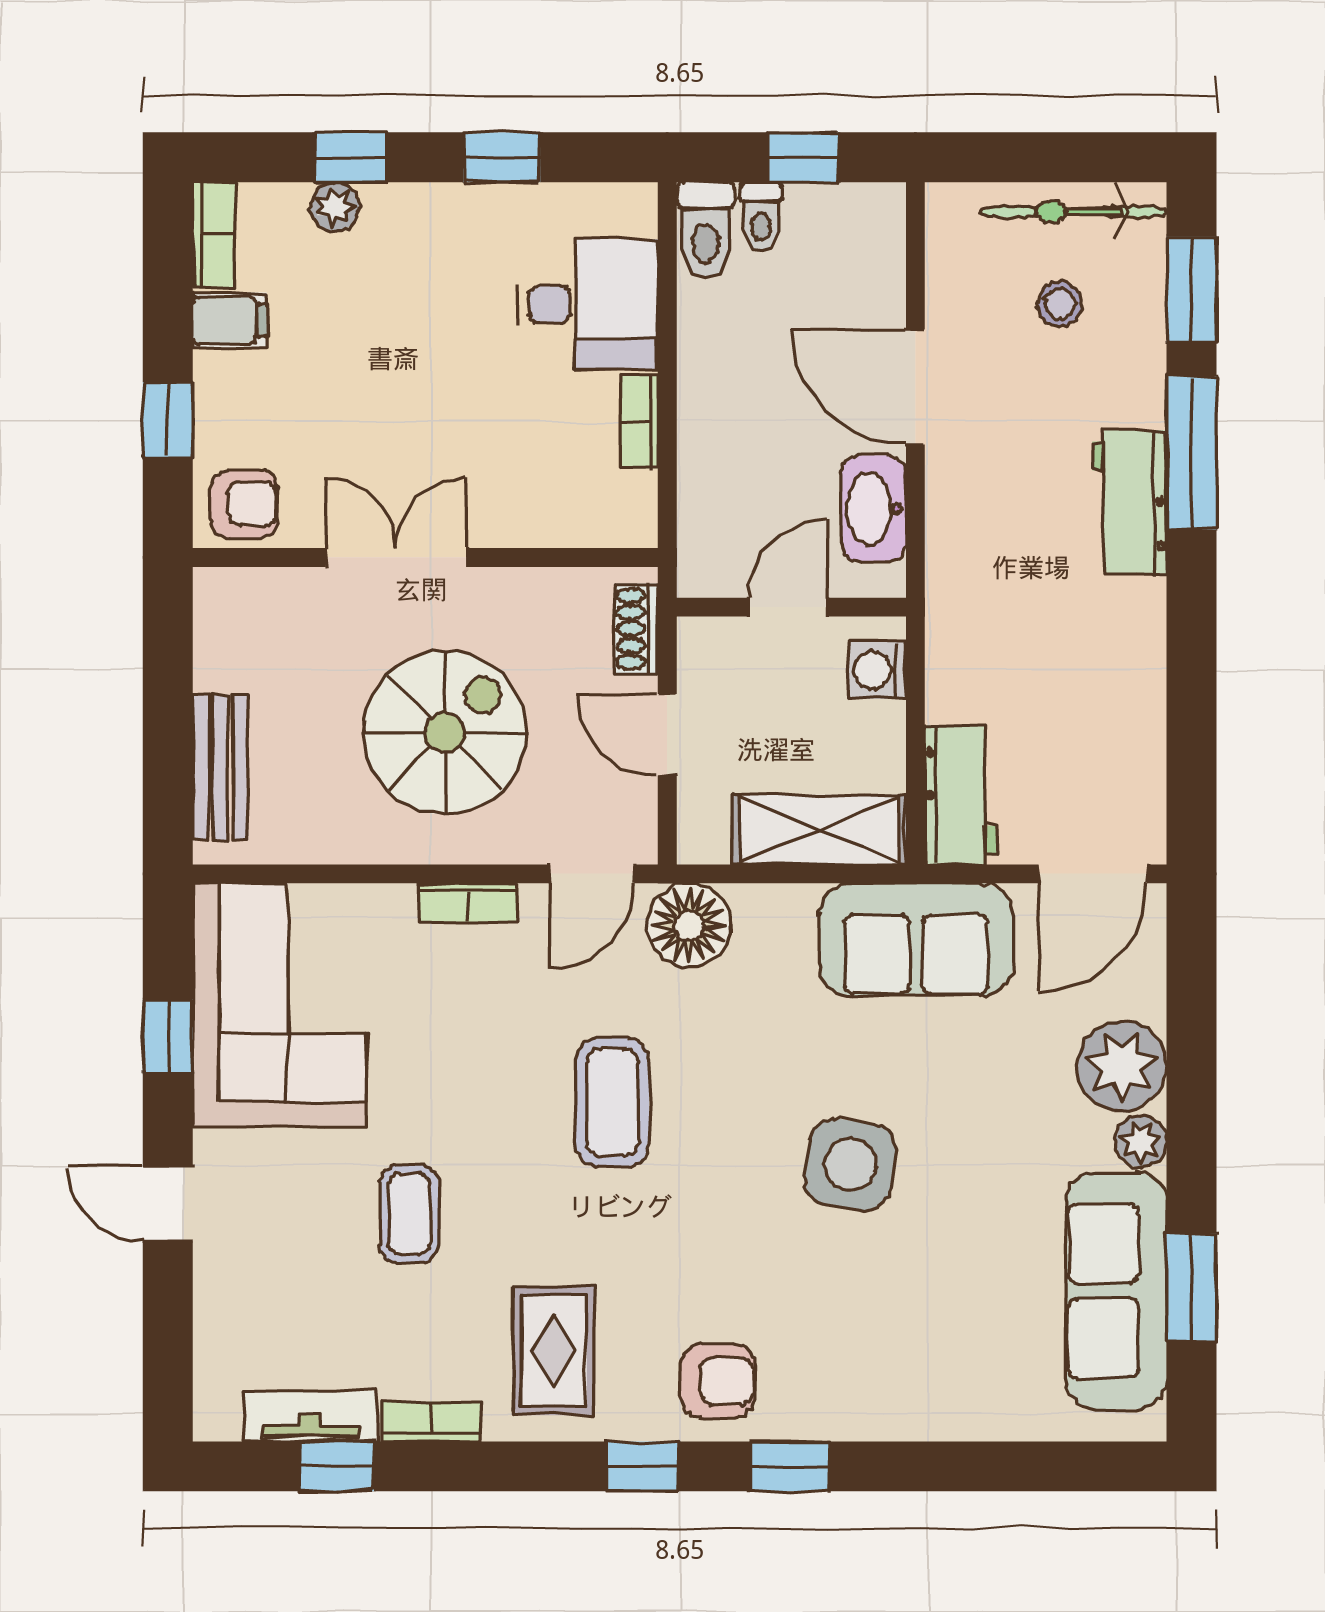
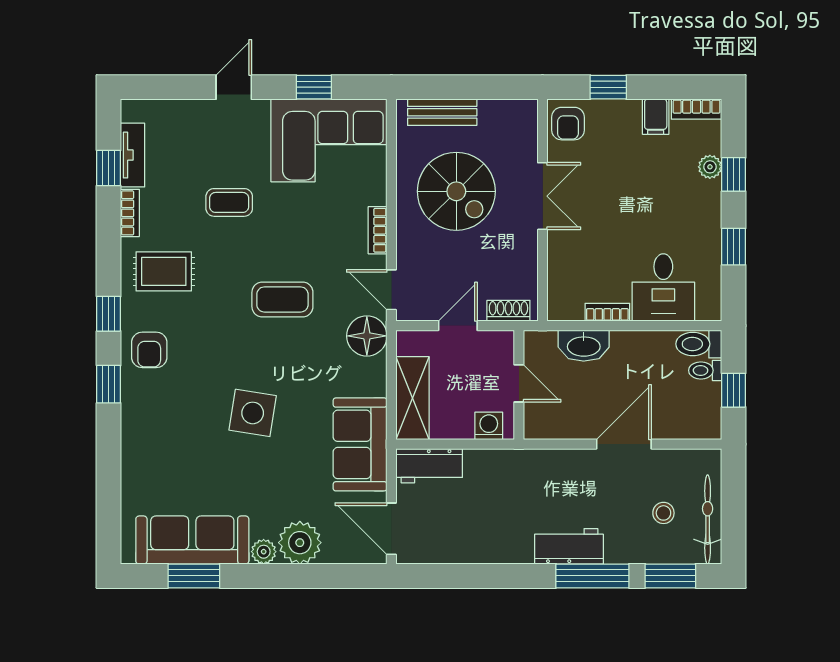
washbasin: (873, 509) -> (584, 346), moved, turned 180
spiral stairs: (445, 733) -> (456, 191), moved

